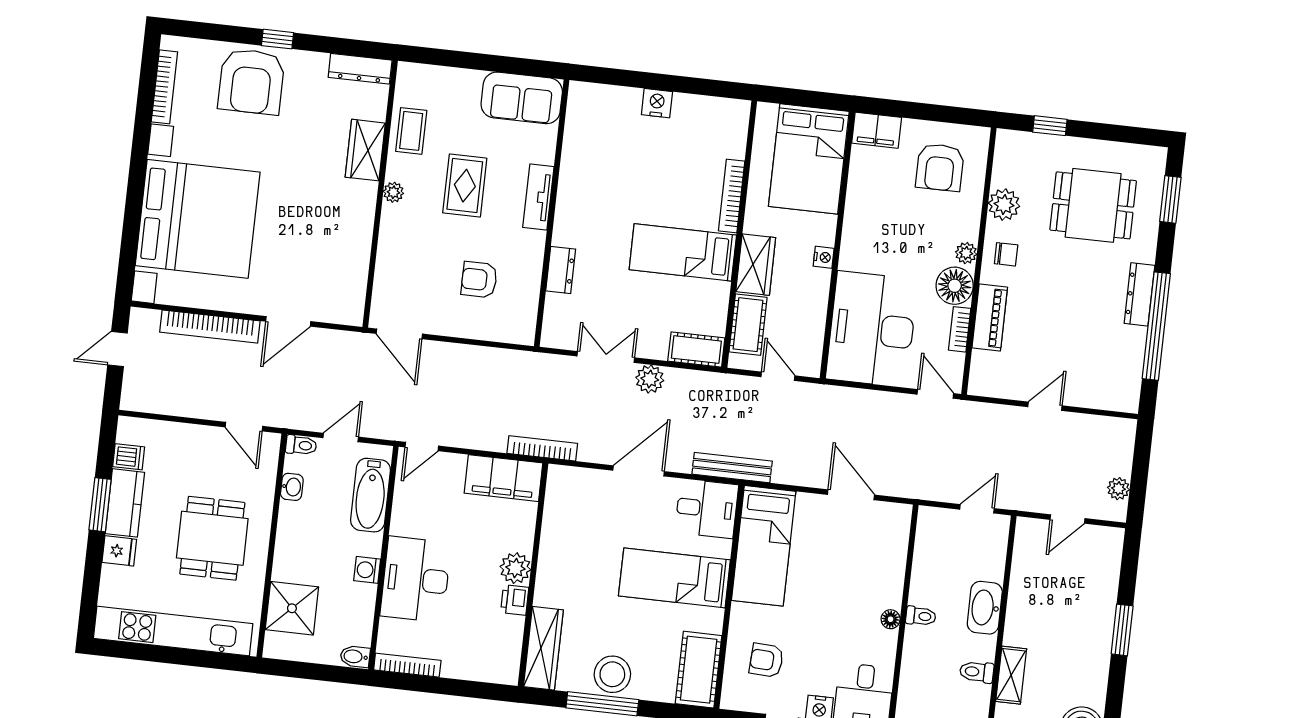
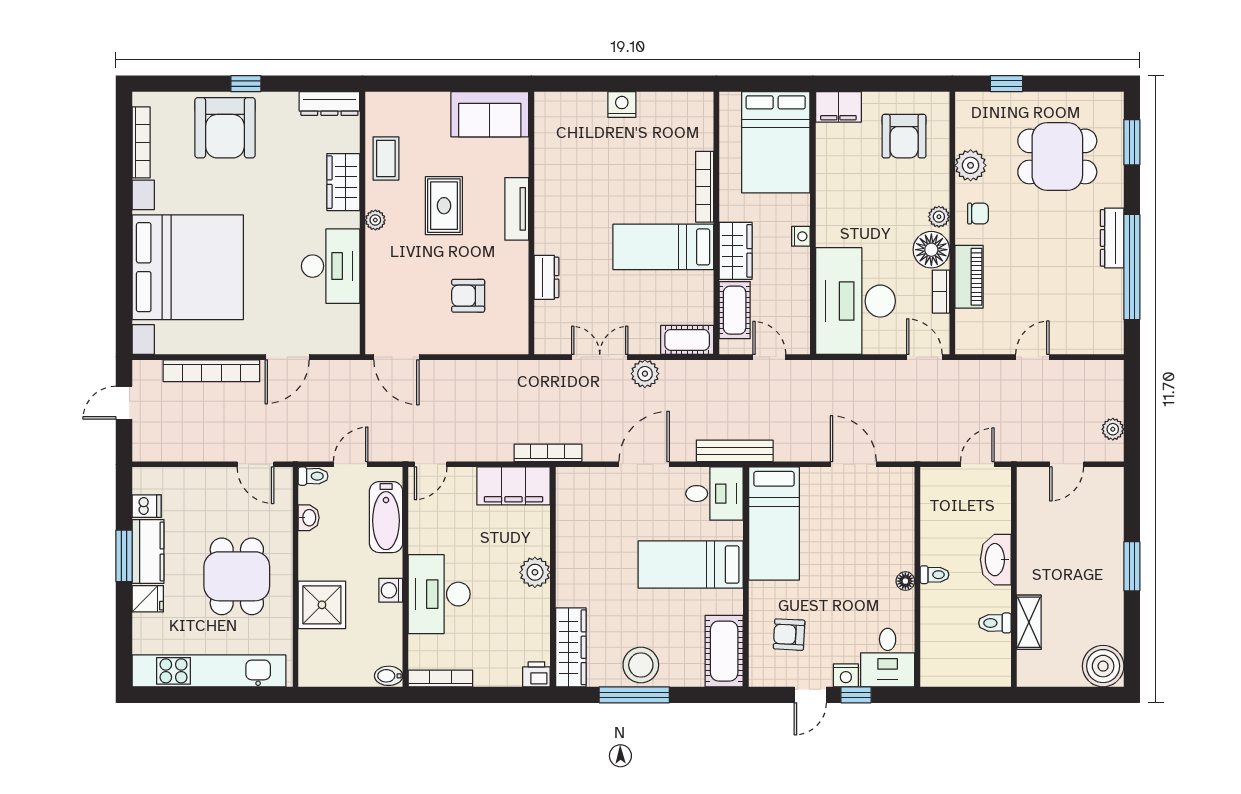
desk: (343, 234) -> (331, 266), added
printer: (515, 600) -> (536, 674), moved, turned 90
shower: (292, 608) -> (322, 605), moved

